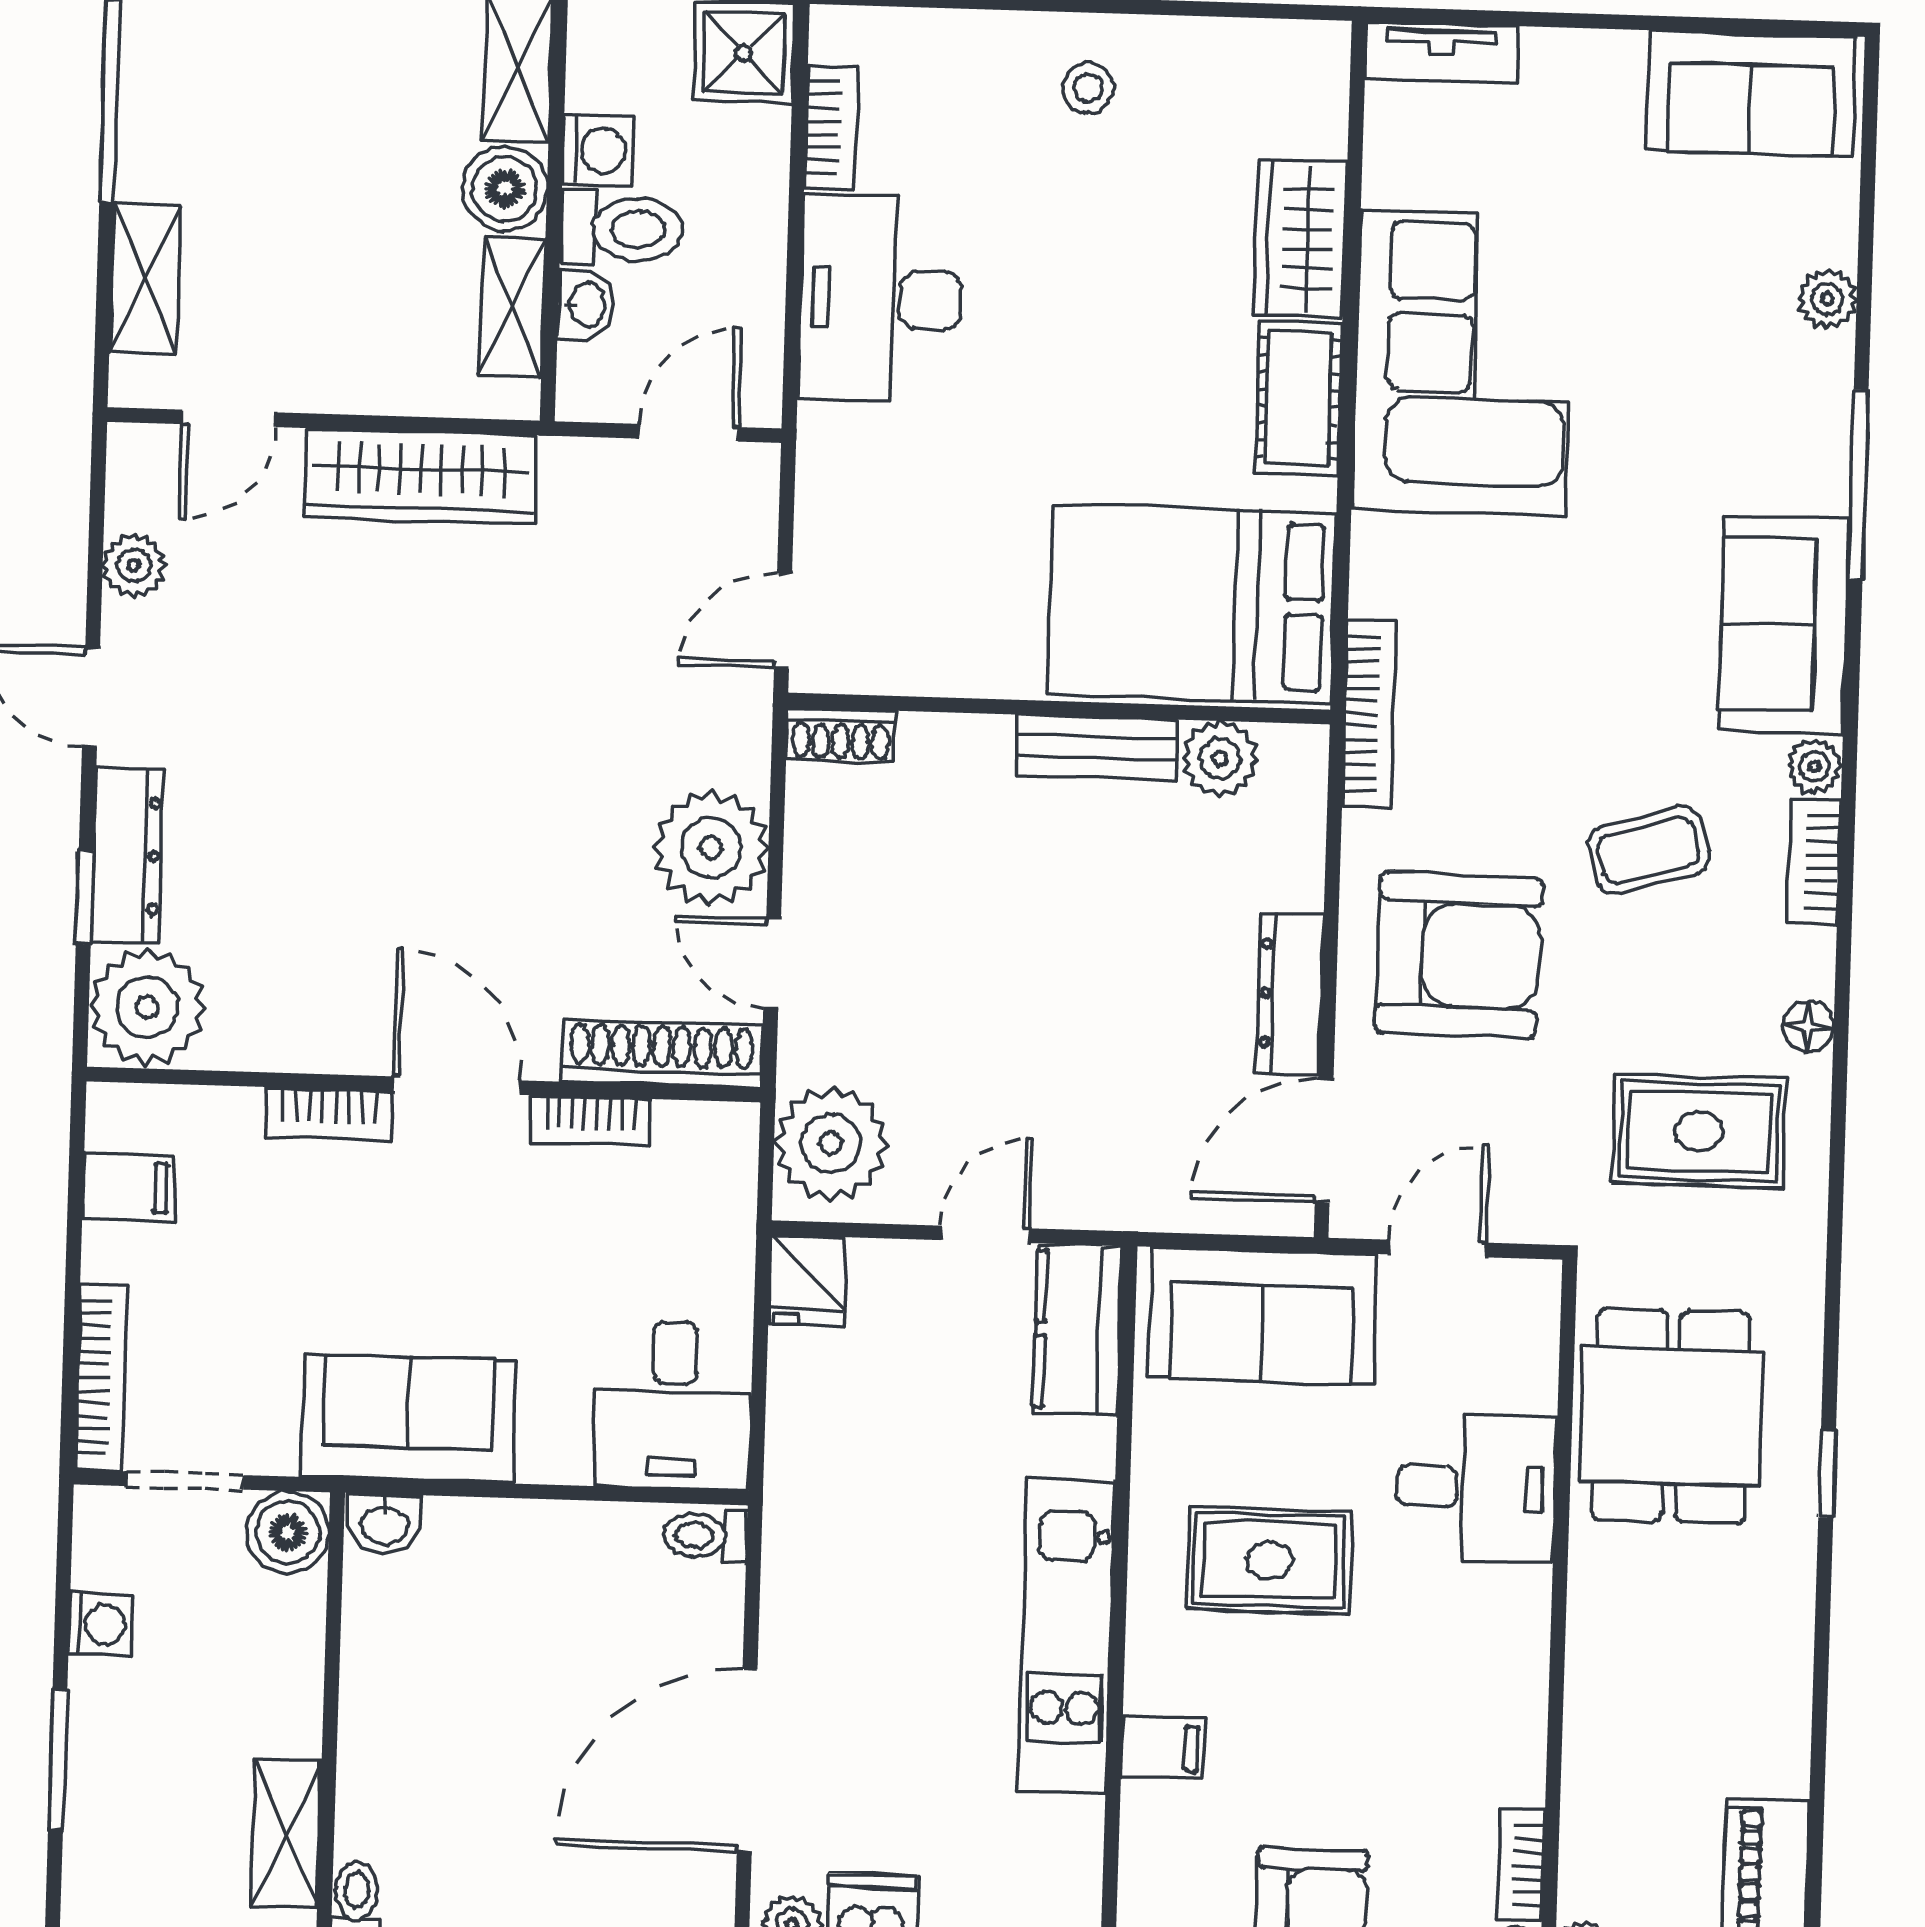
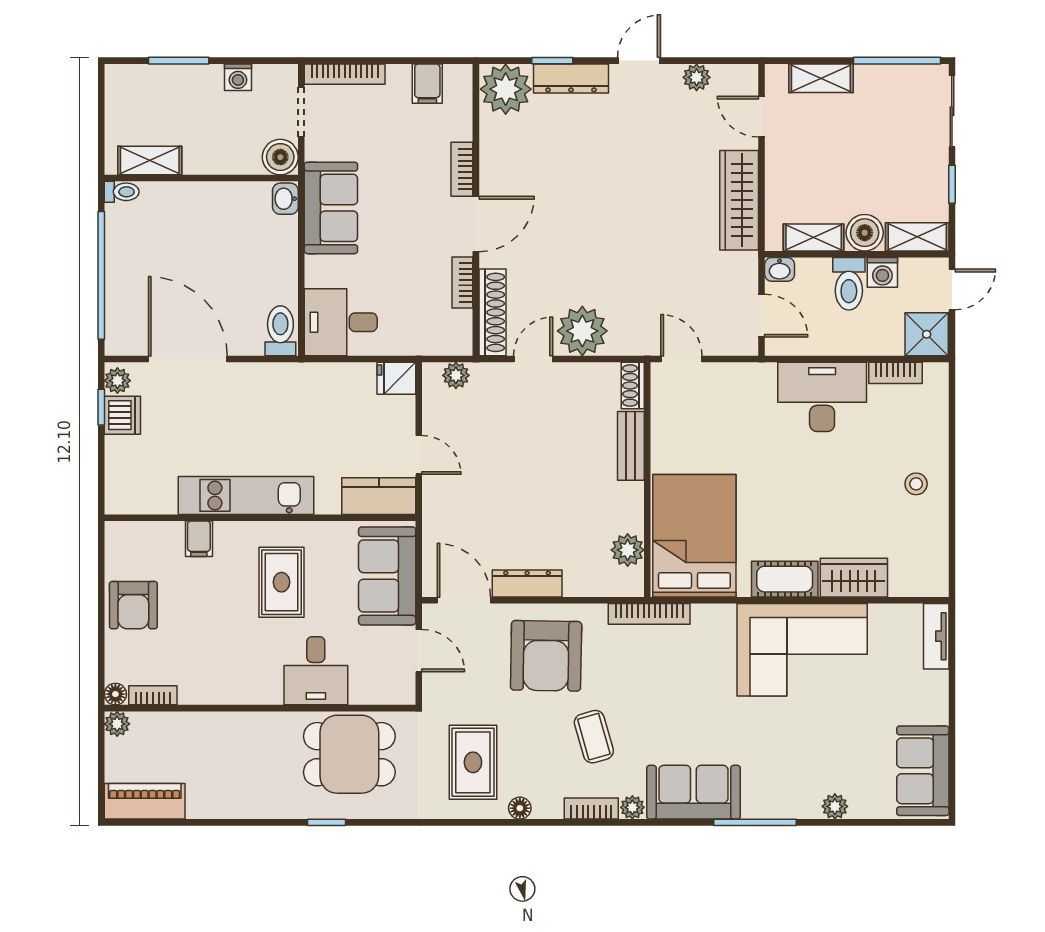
washbasin: (586, 305) -> (780, 269), moved
bench: (1097, 747) -> (631, 446), moved
plant: (831, 1143) -> (456, 375), width x0.53, depth x0.53
toilet: (705, 1536) -> (280, 331), width x1.37, depth x1.39

